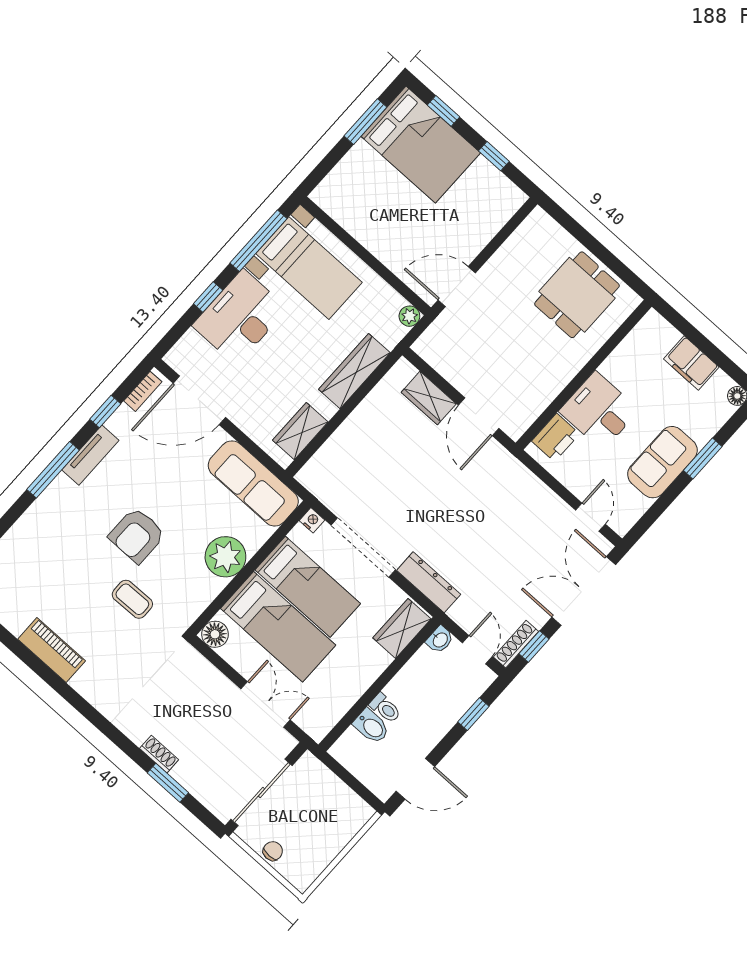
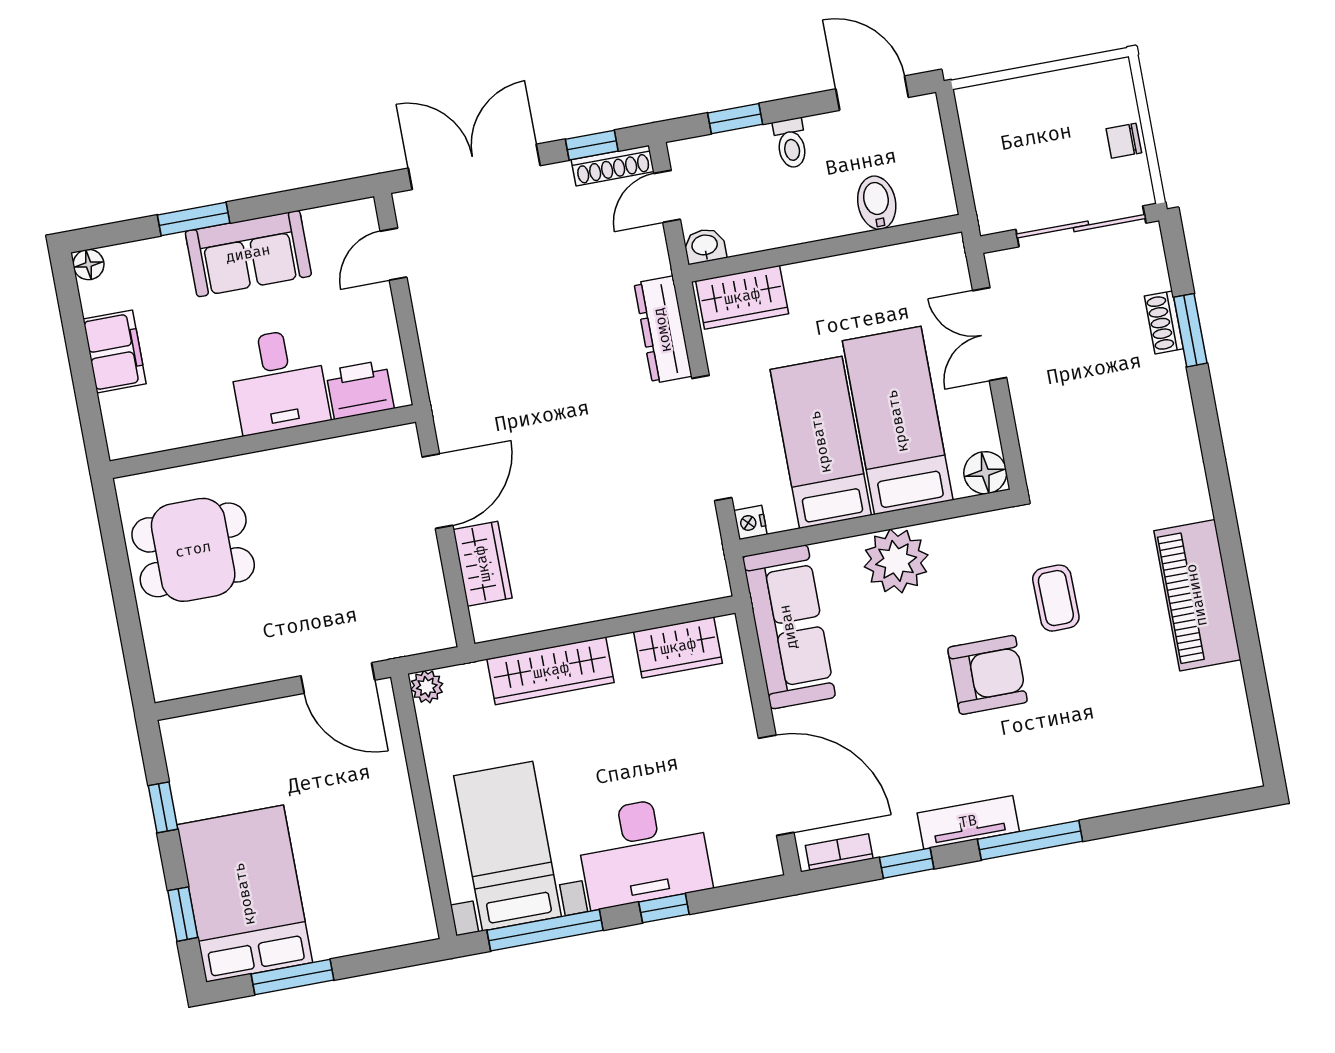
double door: (584, 591) -> (474, 167), swing flipped
piano: (52, 650) -> (1197, 595), width x1.37, depth x1.33
toilet: (385, 708) -> (791, 143), moved, turned 180
shoe rack: (159, 754) -> (1164, 322), moved

